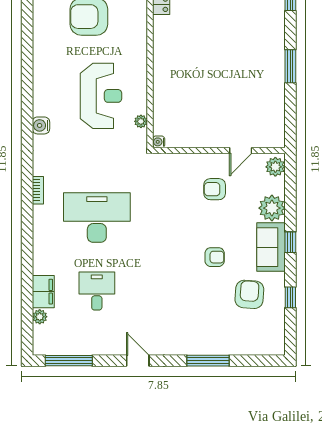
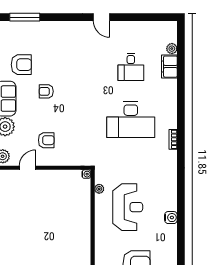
reception desk: (101, 96) -> (128, 207), turned 180
water cooler: (41, 125) -> (171, 218), moved
armchair: (249, 294) -> (21, 65), turned -94
window: (69, 361) -> (151, 17), removed
window: (208, 361) -> (25, 17), moved

